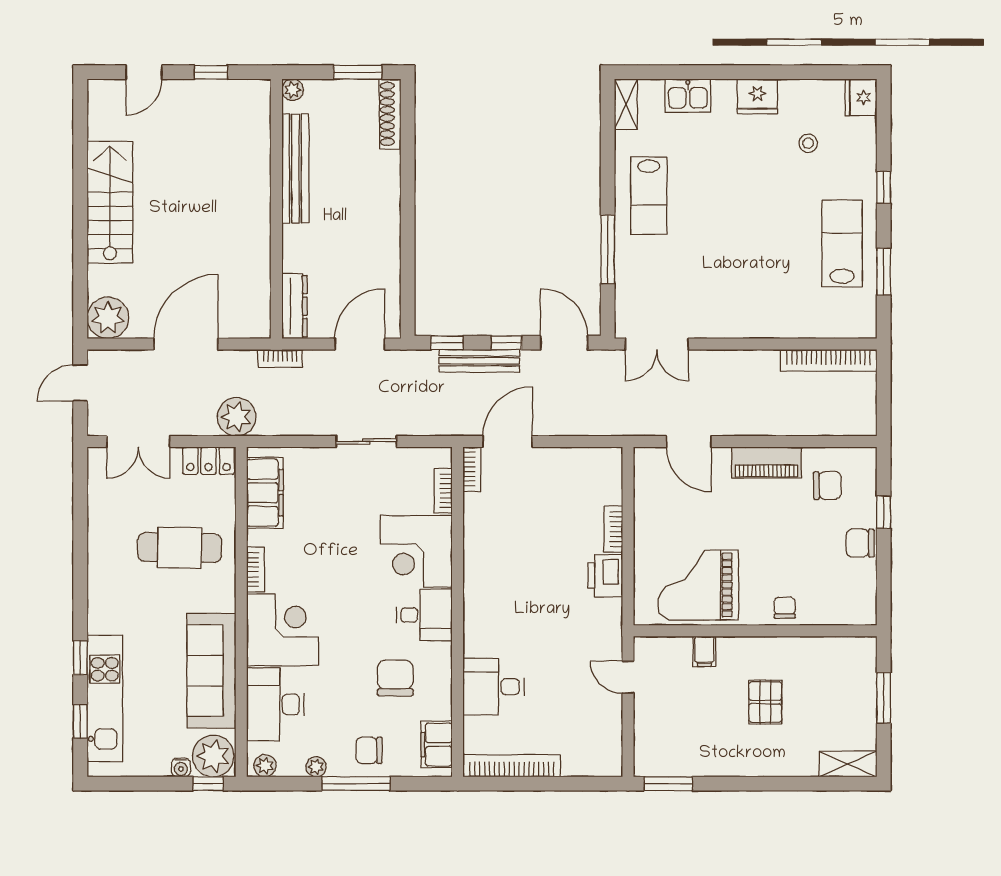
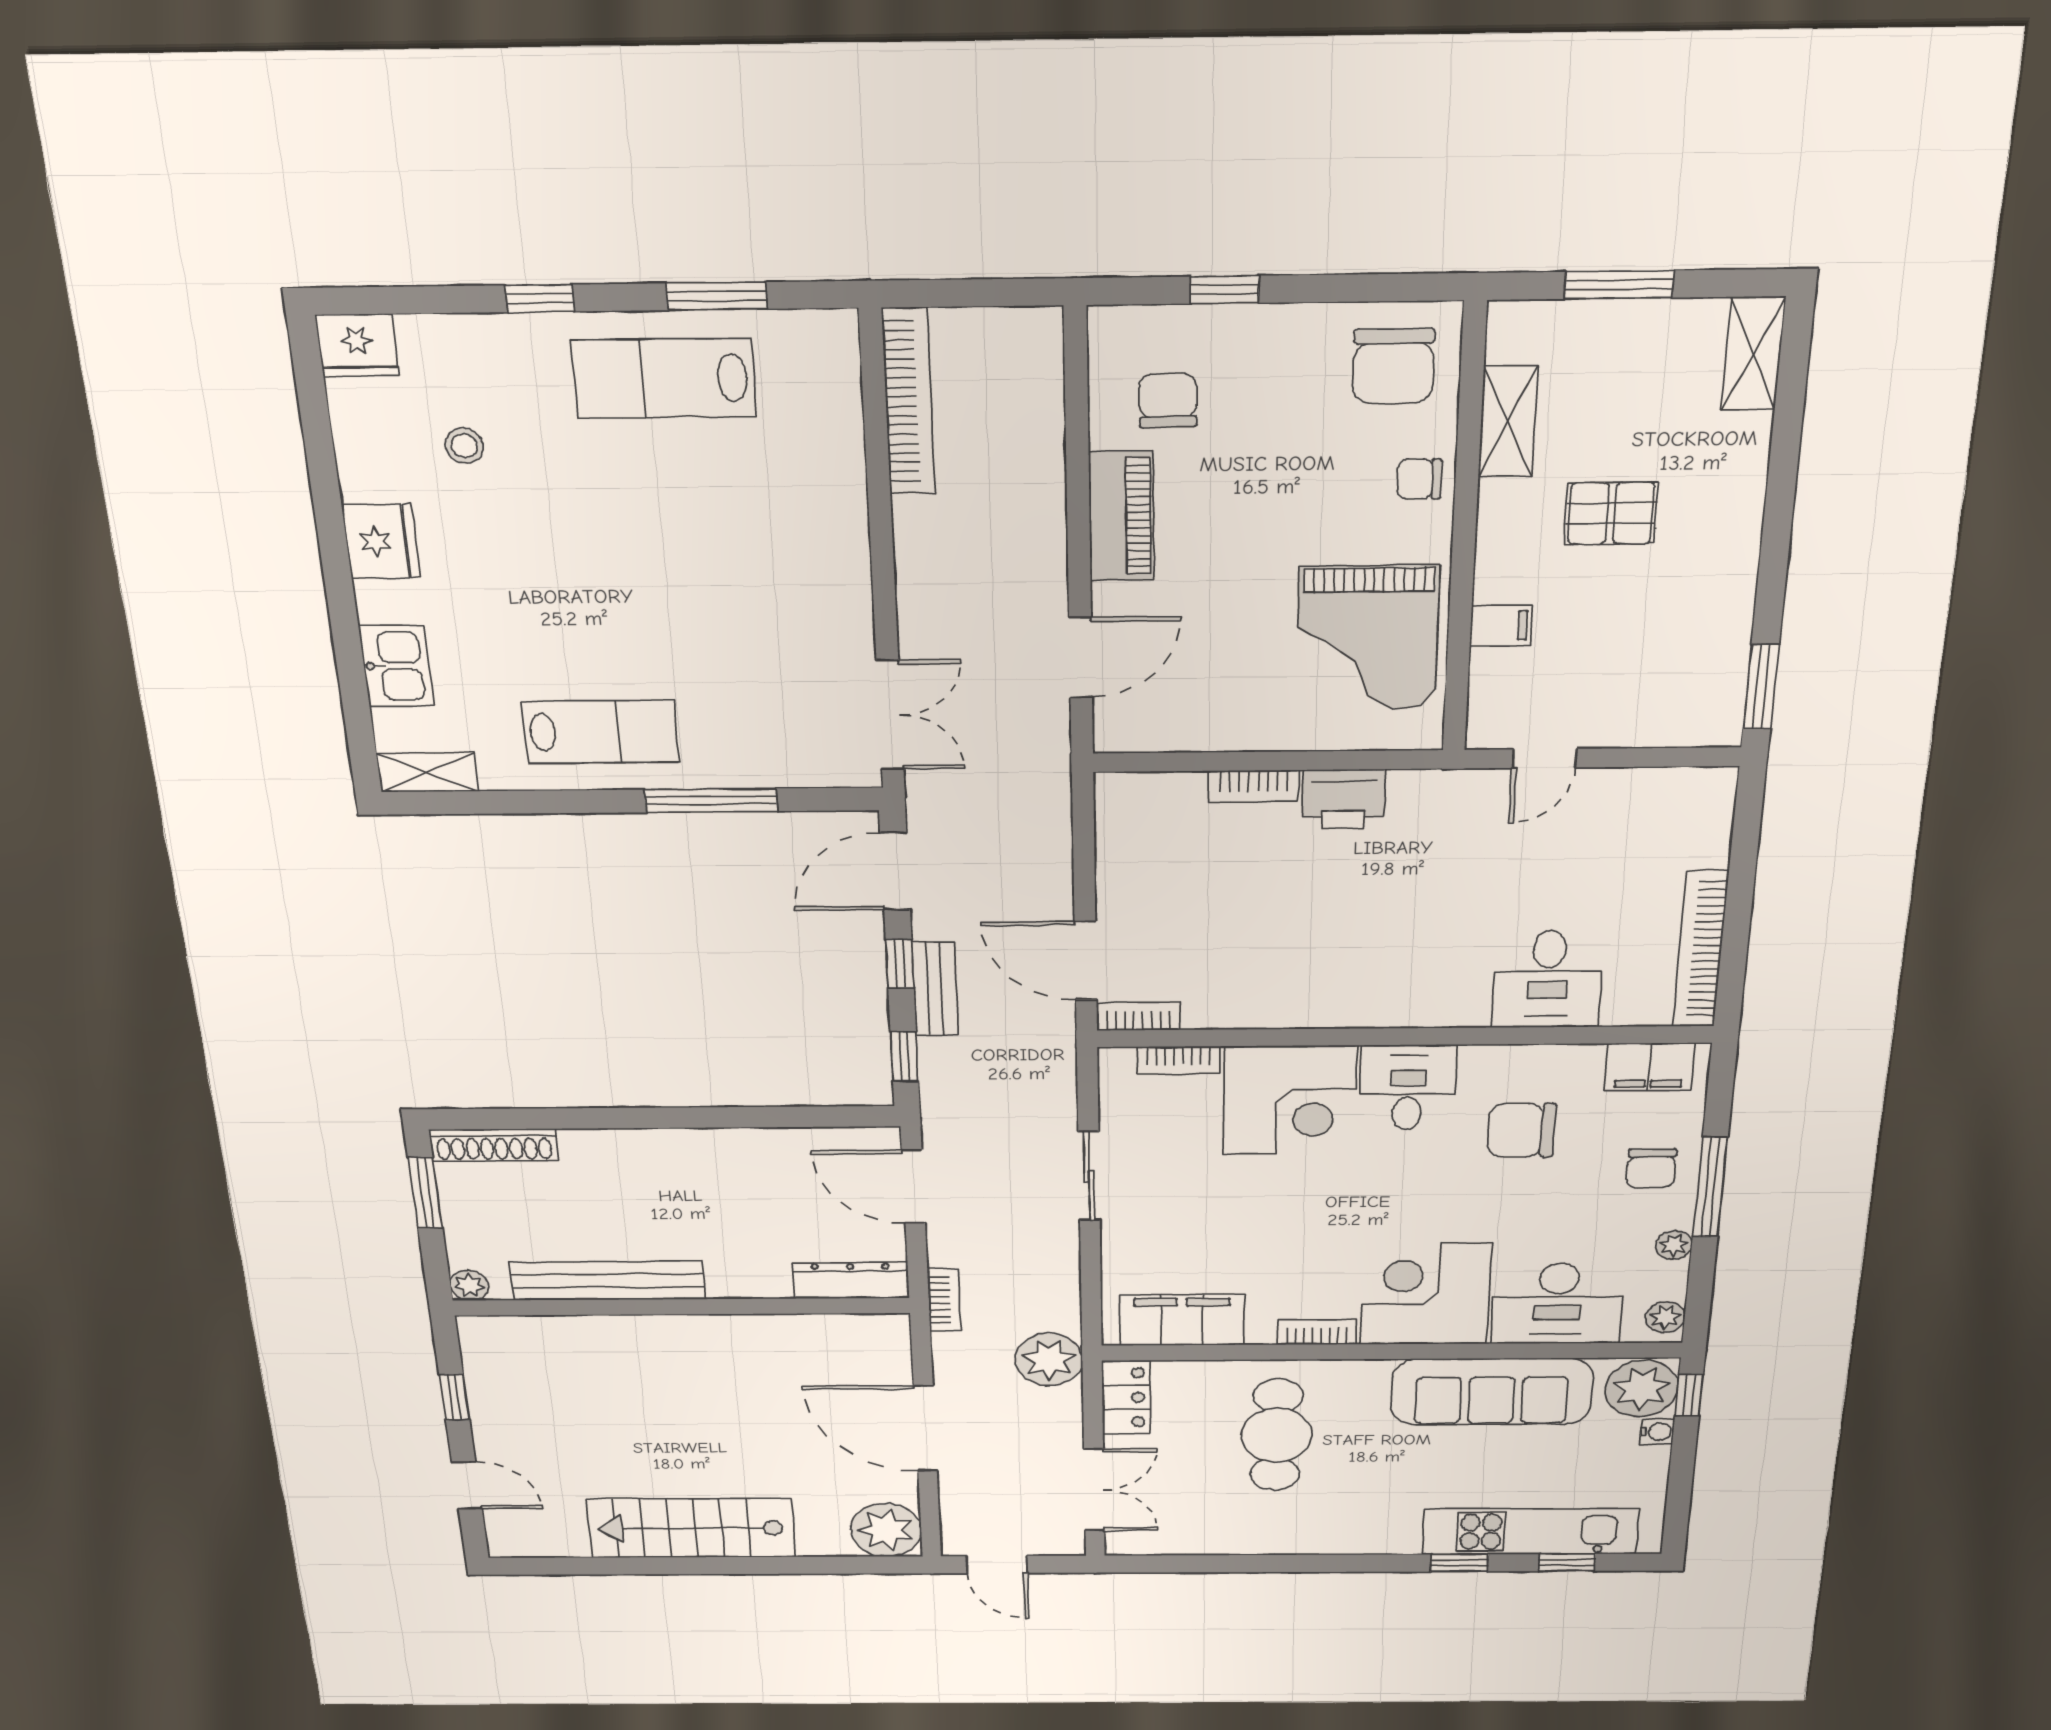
bench: (479, 361) -> (935, 989), width x0.73
chair: (860, 543) -> (1393, 366), moved, width x1.37, depth x1.37
shelving: (814, 649) -> (1508, 422), added

